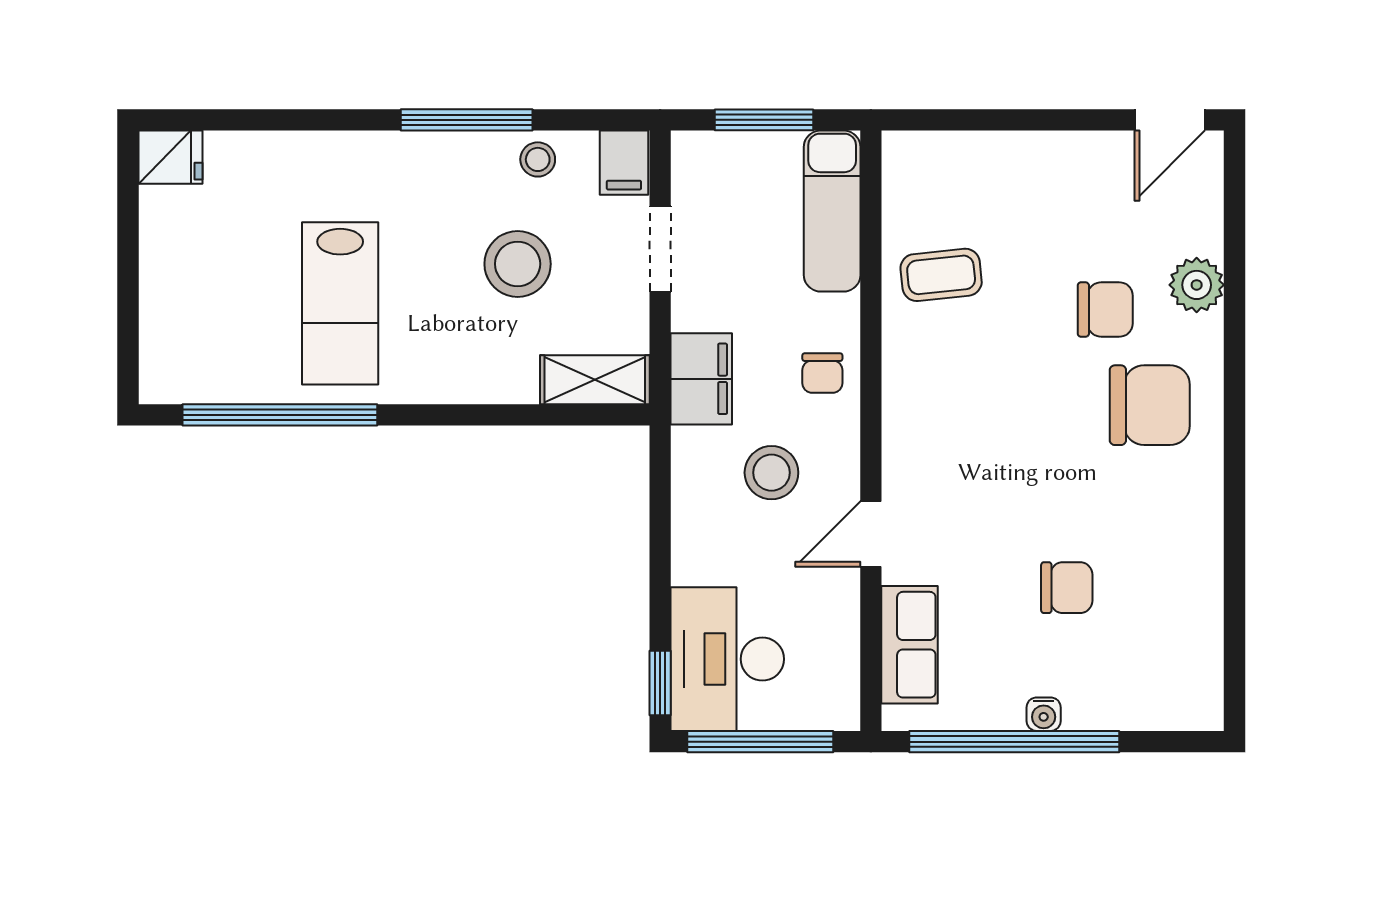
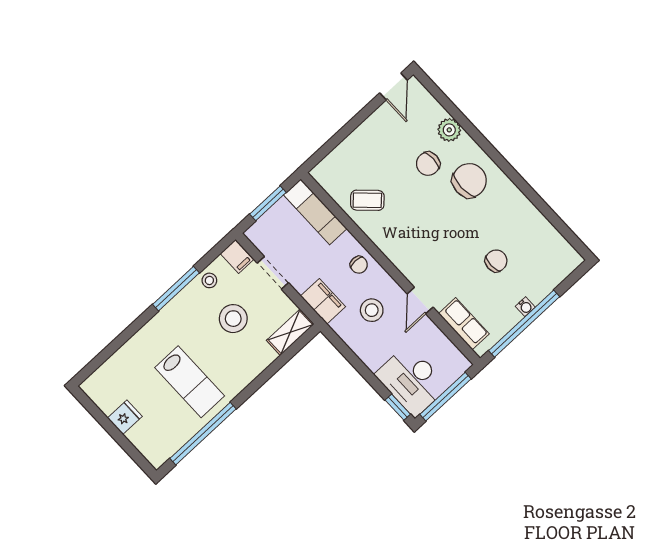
fridge: (170, 157) -> (125, 417), moved
coffee table: (941, 275) -> (367, 200), turned 50
chair: (1105, 310) -> (428, 164), turned 180

